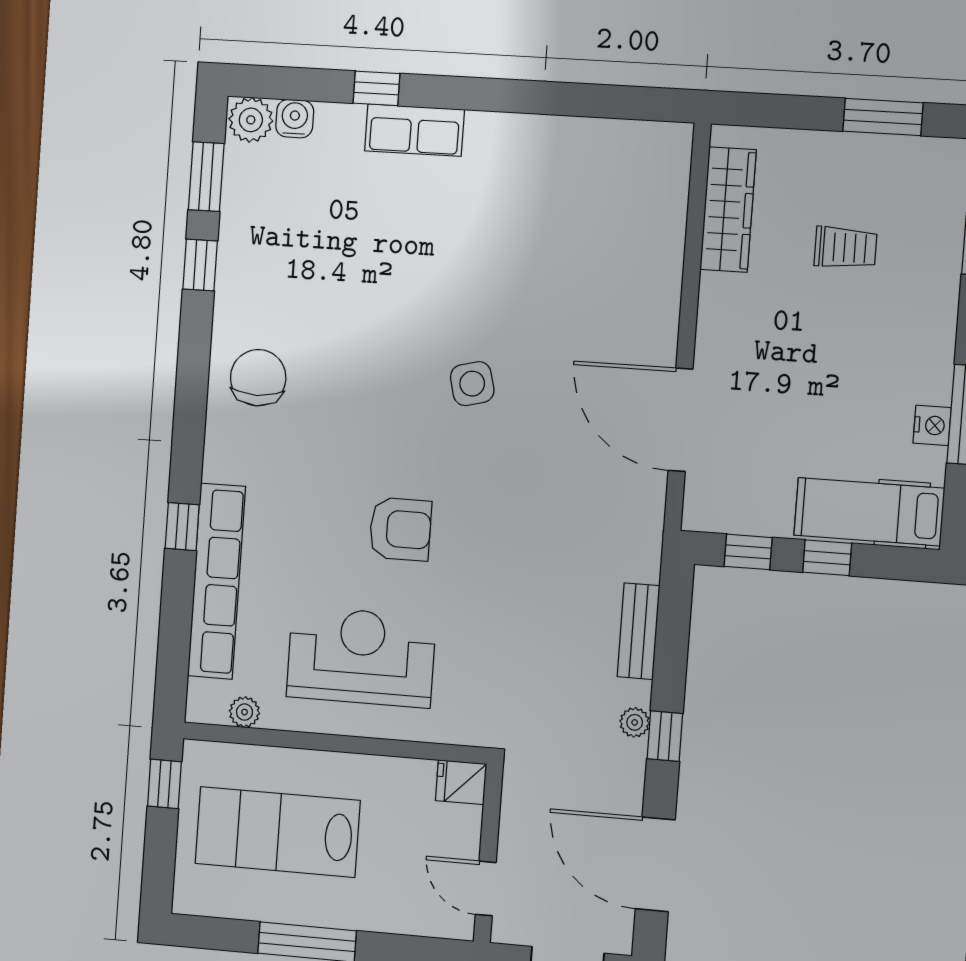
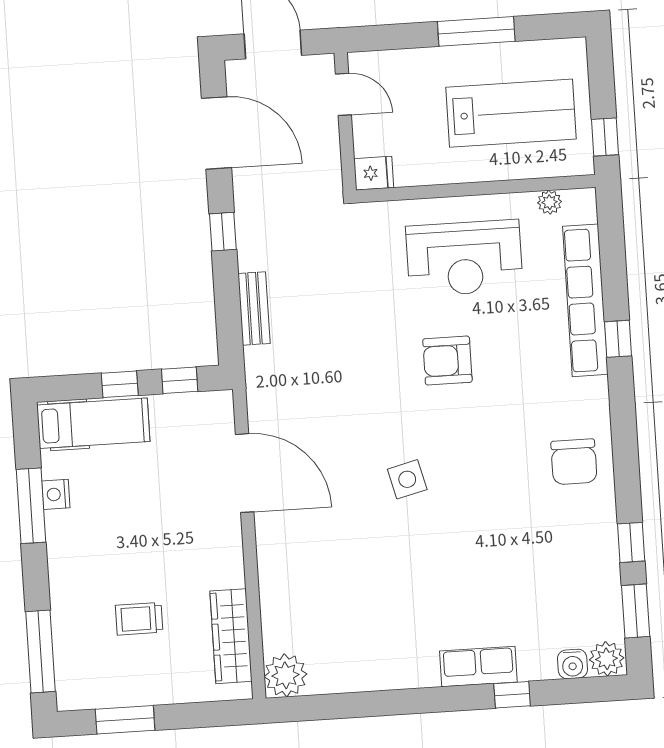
plant: (635, 722) -> (286, 675), moved, width x1.88, depth x1.88

